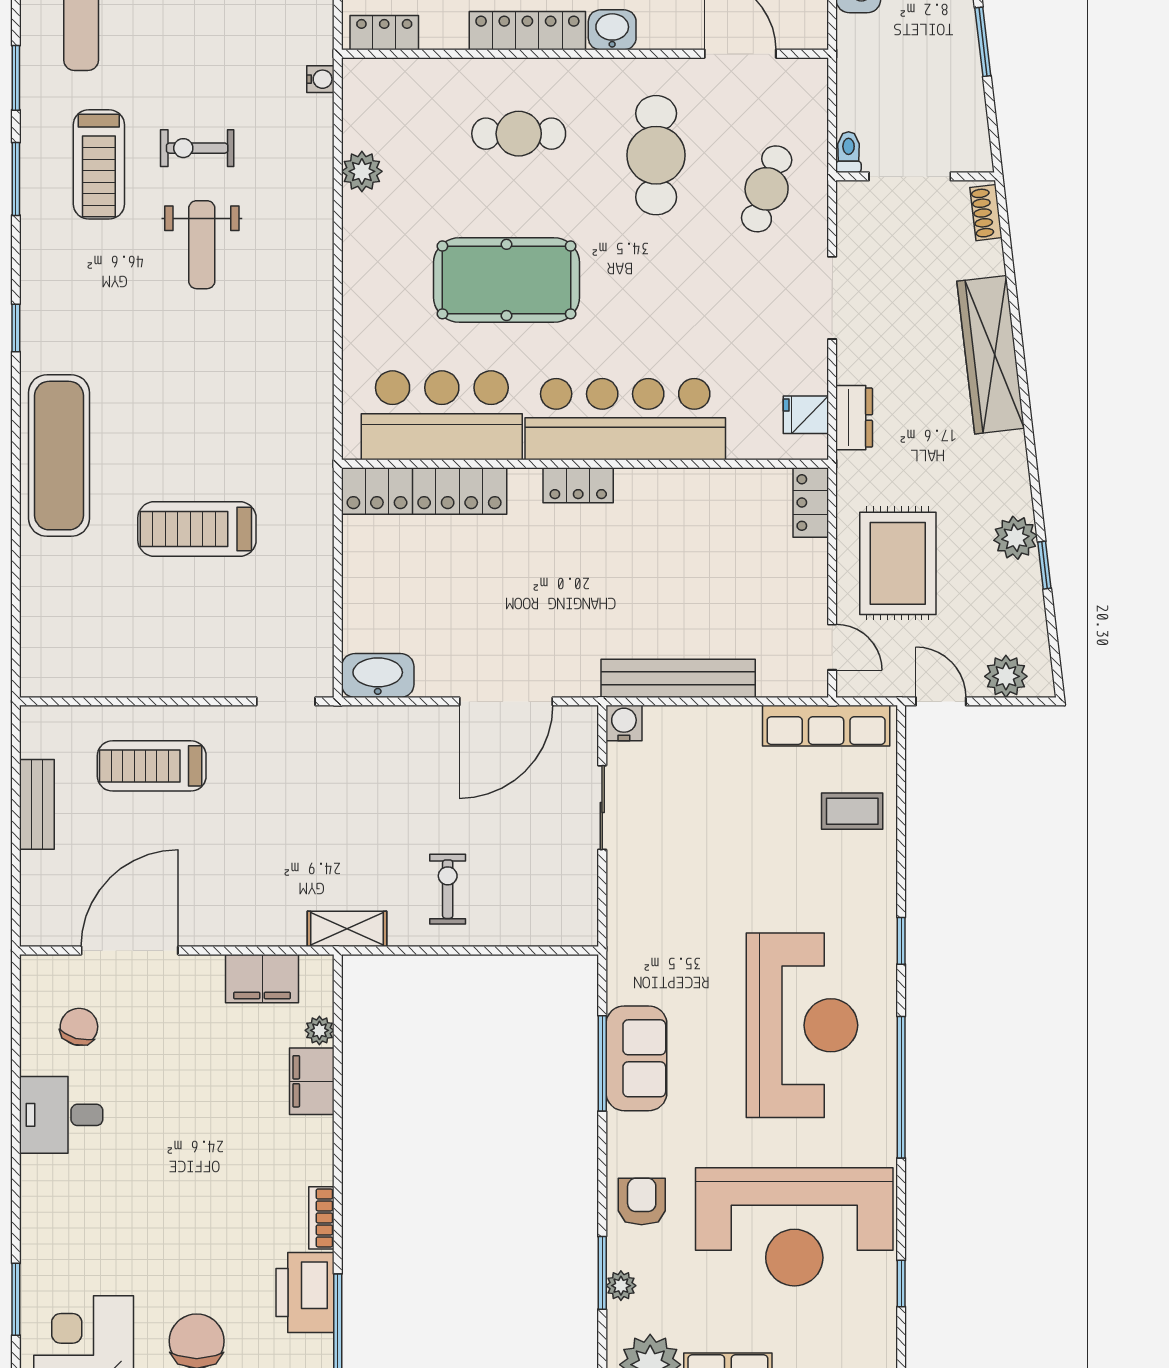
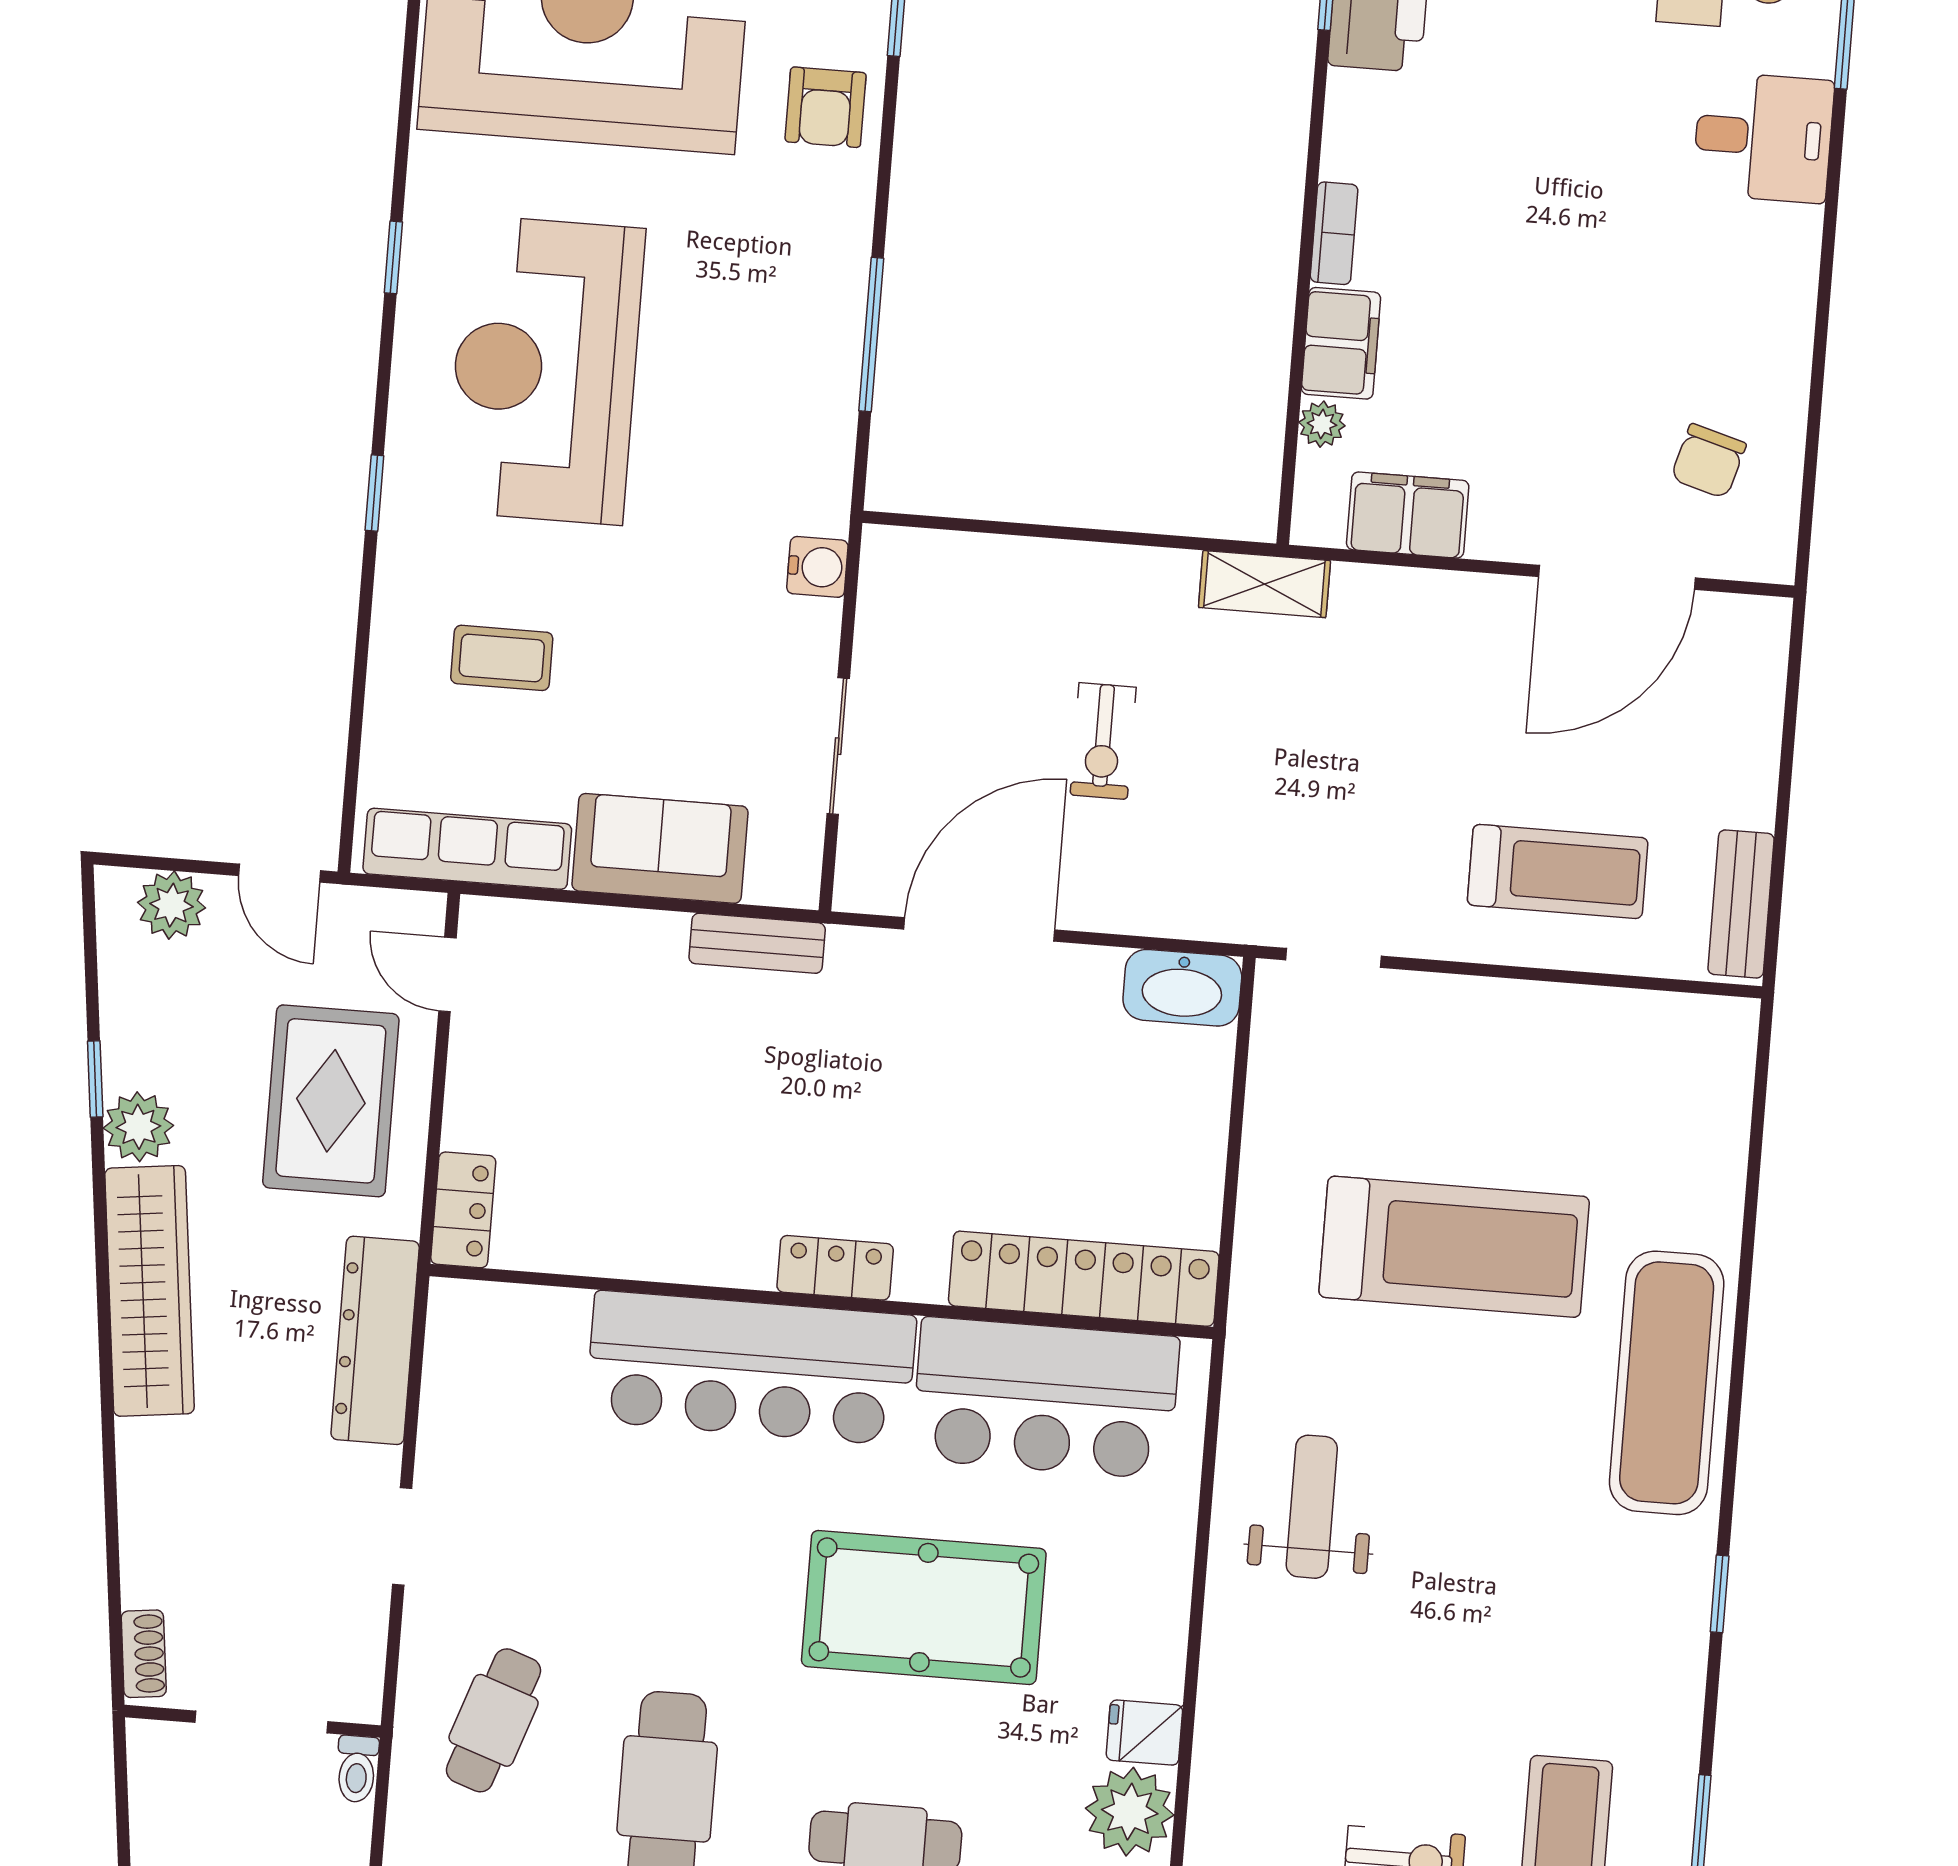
plant: (362, 171) -> (1130, 1812), width x1.36, depth x1.36
weight bench: (202, 245) -> (1312, 1507), moved
doorway: (832, 298) -> (402, 1536), width x0.73
wardrobe: (991, 355) -> (149, 1291), moved
fridge: (806, 415) -> (1144, 1733), moved, turned 180
dresser: (854, 418) -> (375, 1340), width x1.96, depth x1.24
treadmill: (197, 529) -> (1454, 1247), width x1.37, depth x1.38
bench: (678, 678) -> (757, 943), width x0.54, depth x0.82
water cooler: (624, 723) -> (817, 567), moved, turned -90
bench: (37, 804) -> (1741, 904), moved
coffee table: (852, 811) -> (502, 658), moved
exercise bike: (448, 889) -> (1103, 741), moved
sofa: (636, 1058) -> (660, 848), moved, turned 90
window: (901, 1087) -> (393, 257), width x0.32
desk: (61, 1115) -> (1763, 137), moved
bookcase: (321, 1218) -> (1334, 233), moved

